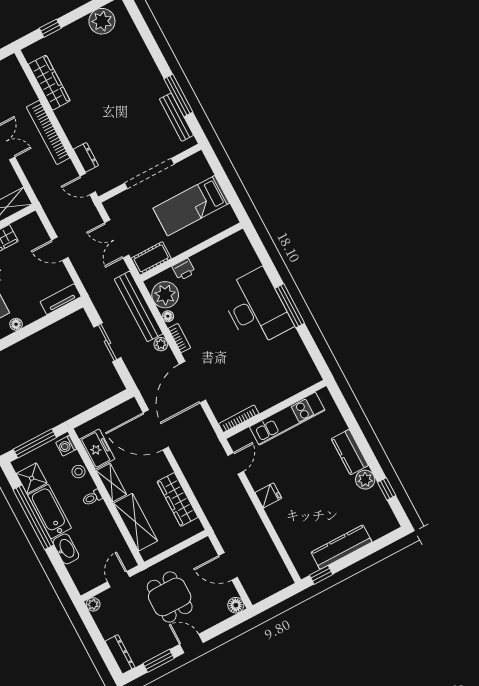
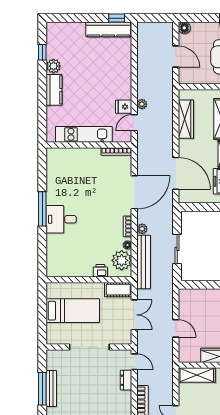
bench: (176, 117) -> (51, 389), moved
tv unit: (61, 299) -> (193, 294), removed
desk: (256, 308) -> (61, 219), width x0.53, depth x0.77
plant: (238, 490) -> (142, 104), added
fridge: (268, 495) -> (124, 107), moved
kitchen counter: (341, 547) -> (108, 29), moved

